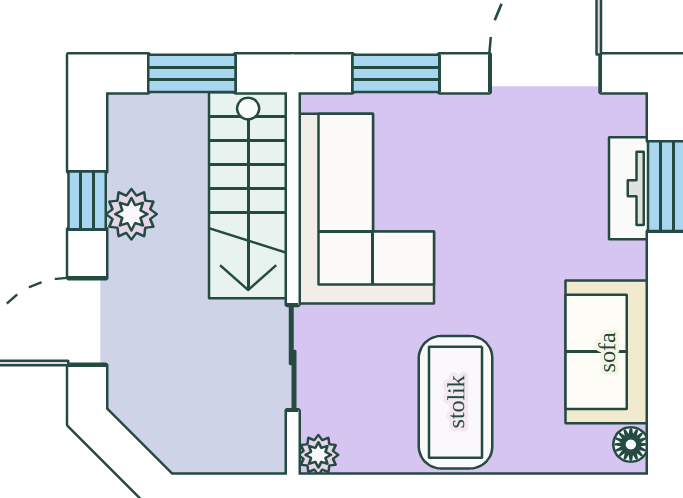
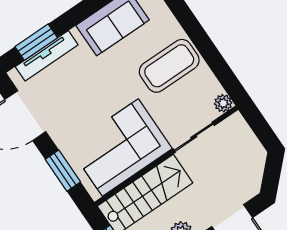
tv unit: (629, 188) -> (47, 56), width x1.41

